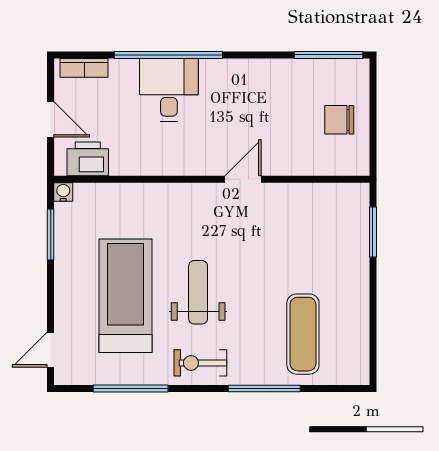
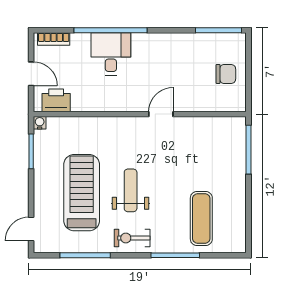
chair: (339, 120) -> (226, 74), turned 180
window: (373, 232) -> (248, 150), width x1.44

